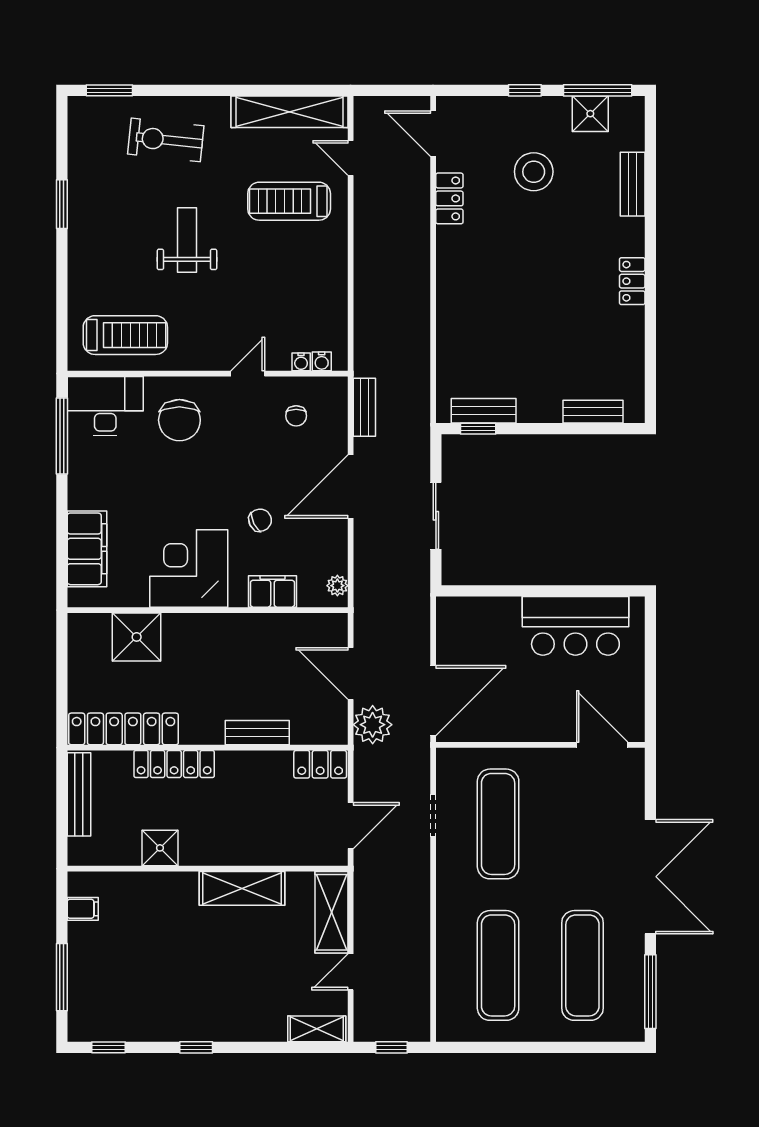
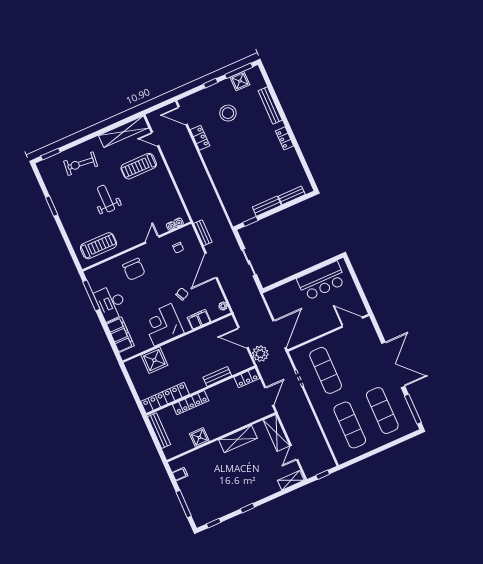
bench: (633, 184) -> (270, 105), width x1.36
desk: (105, 406) -> (111, 303), moved, turned -90
bench: (484, 411) -> (267, 206), moved

